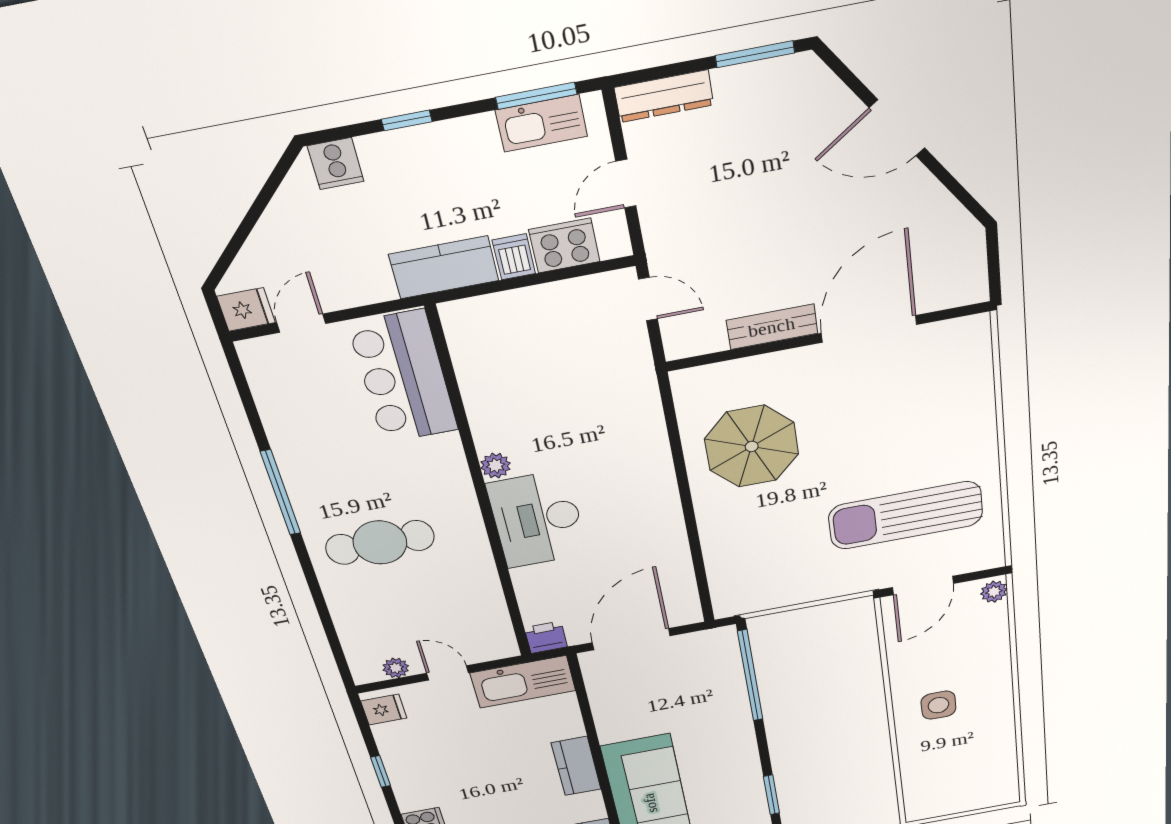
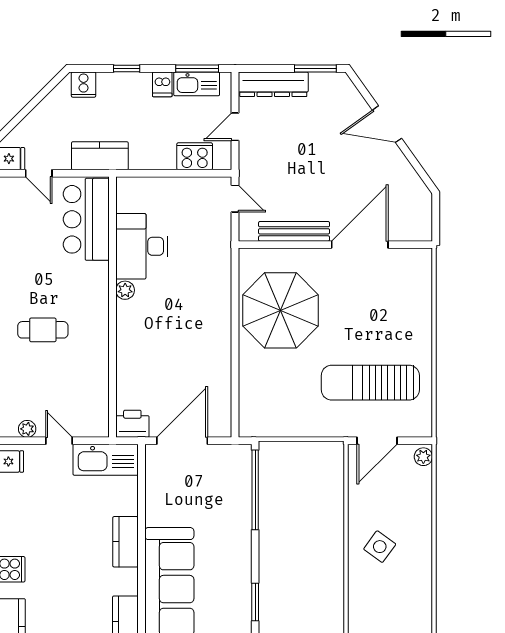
dresser: (664, 96) -> (273, 84), width x1.37, depth x1.24
dishwasher: (514, 257) -> (162, 84), moved, turned 180
kitchen counter: (444, 267) -> (100, 156), moved
door: (301, 323) -> (39, 173), swing flipped
bench: (772, 327) -> (294, 231), width x1.36
parasol: (752, 446) -> (281, 310), width x1.36, depth x1.36
desk: (537, 519) -> (142, 246), moved
cafe table: (380, 542) -> (43, 330), width x0.73, depth x0.74
printer: (546, 637) -> (132, 424), width x1.36, depth x1.24
side table: (938, 705) -> (380, 547), turned 36

